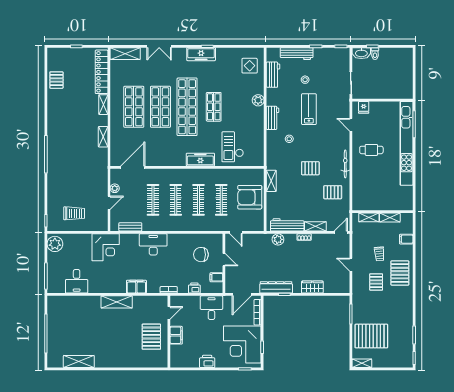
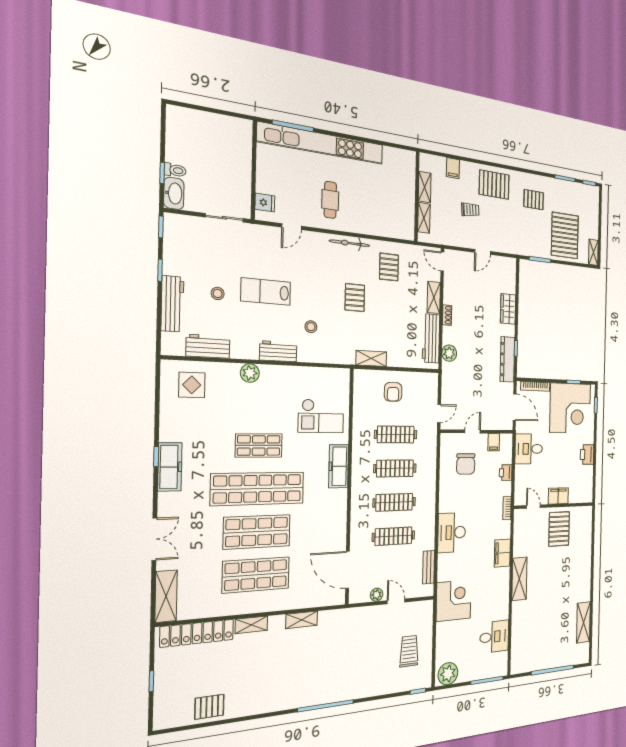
armchair: (250, 197) -> (393, 392), width x0.53, depth x0.53
pallet: (376, 282) -> (534, 200), moved
pallet: (151, 337) -> (559, 529), turned 90

